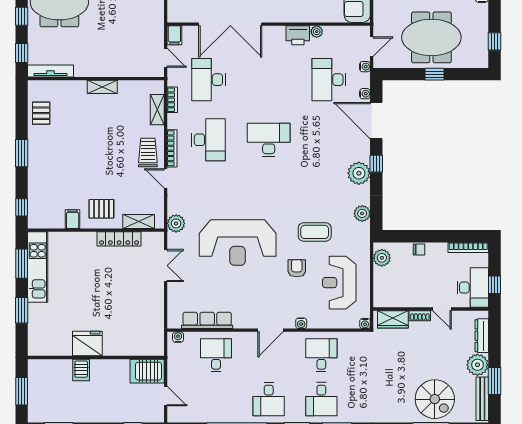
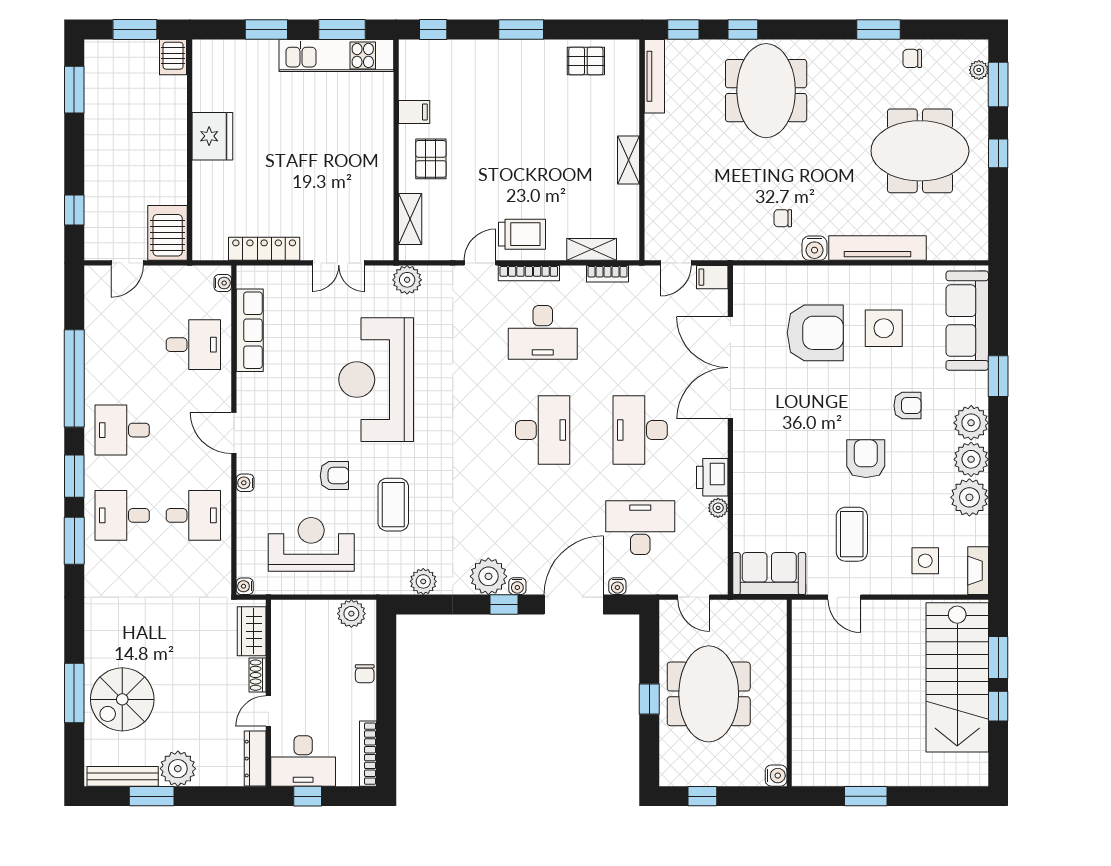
water cooler: (365, 67) -> (517, 586), moved
desk: (208, 80) -> (640, 430), moved, turned -90
locker: (119, 239) -> (264, 249), moved, turned 90
dresser: (482, 336) -> (255, 759), moved, turned -90
server rack: (81, 370) -> (173, 57), moved, turned -90

